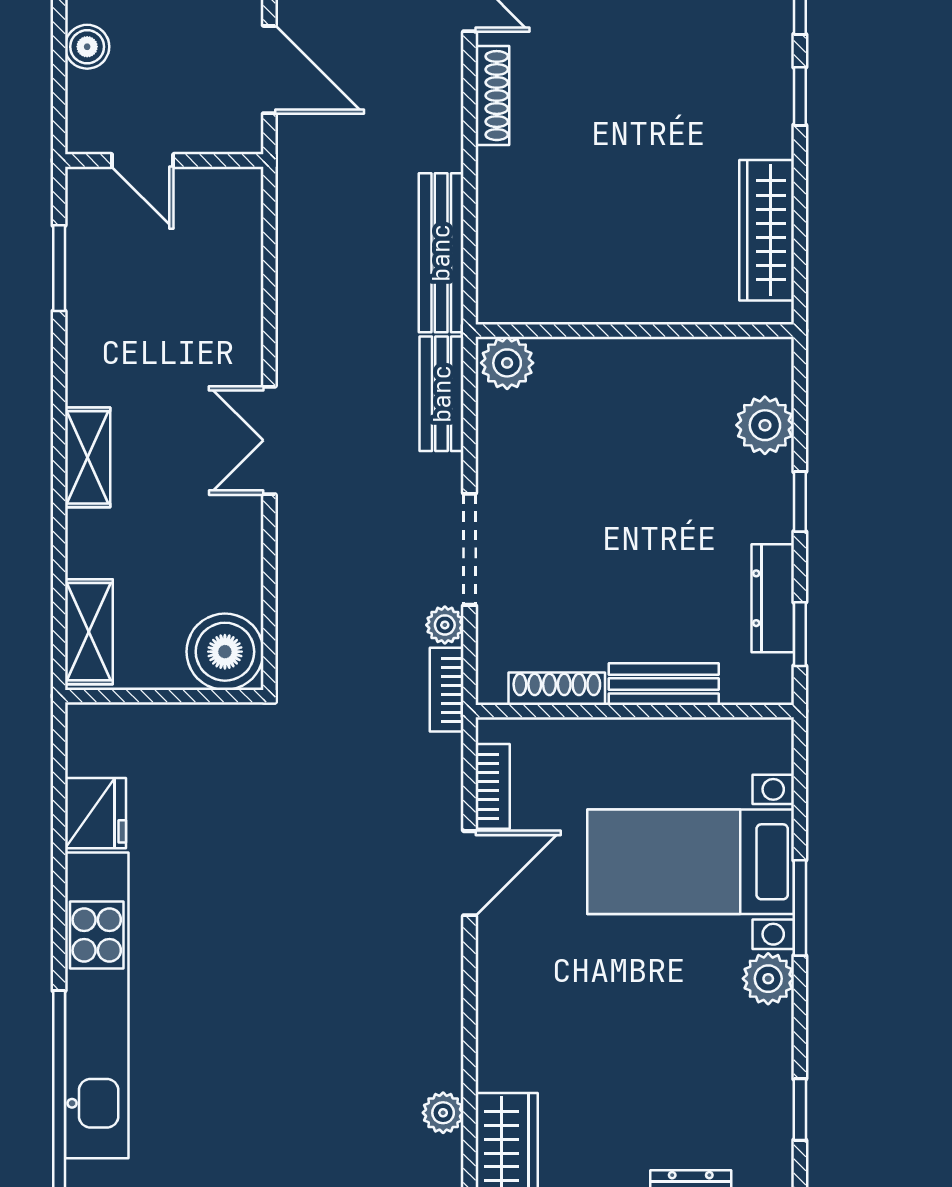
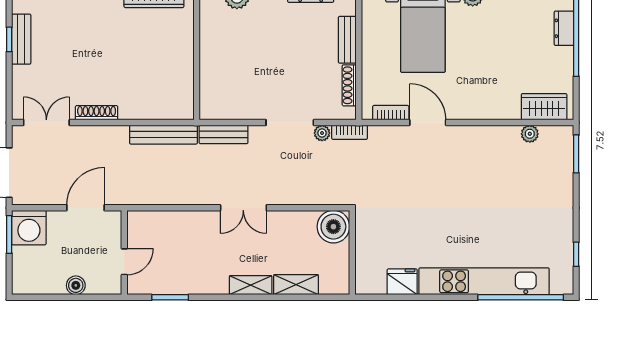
plant: (507, 363) -> (210, 107), removed
shelving: (89, 632) -> (296, 285), moved

